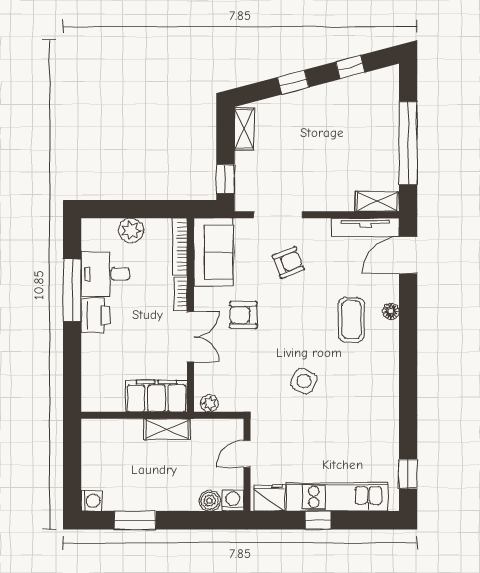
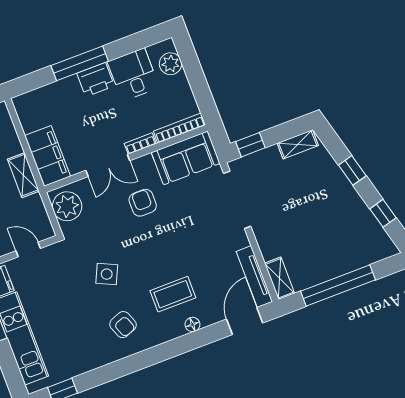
doorway: (278, 215) -> (237, 200), width x1.36
plant: (131, 230) -> (170, 64), moved
door: (408, 255) -> (245, 321), hinge flipped
armchair: (288, 263) -> (123, 325), moved
window: (72, 290) -> (80, 63), moved
plant: (209, 403) -> (67, 206), width x1.87, depth x1.87

